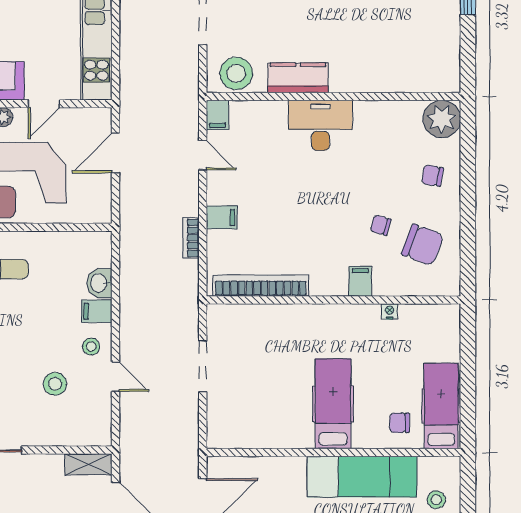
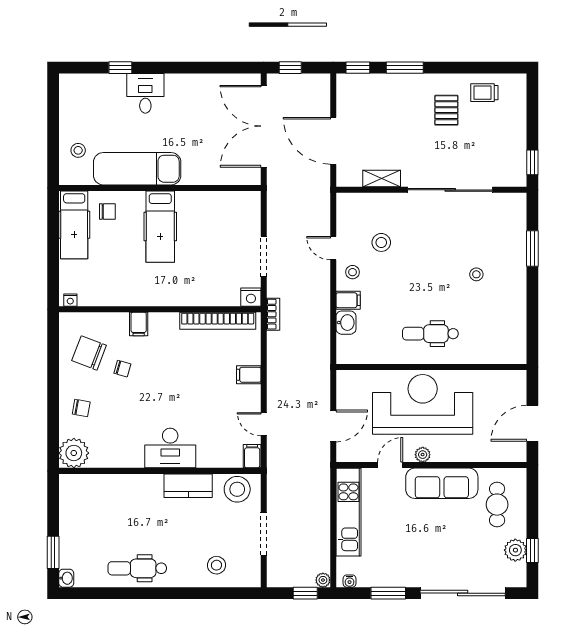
bookcase: (191, 238) -> (273, 314), moved
nightstand: (389, 311) -> (70, 300), moved
nightstand: (219, 315) -> (251, 297), added
shelving: (88, 464) -> (382, 179), moved

